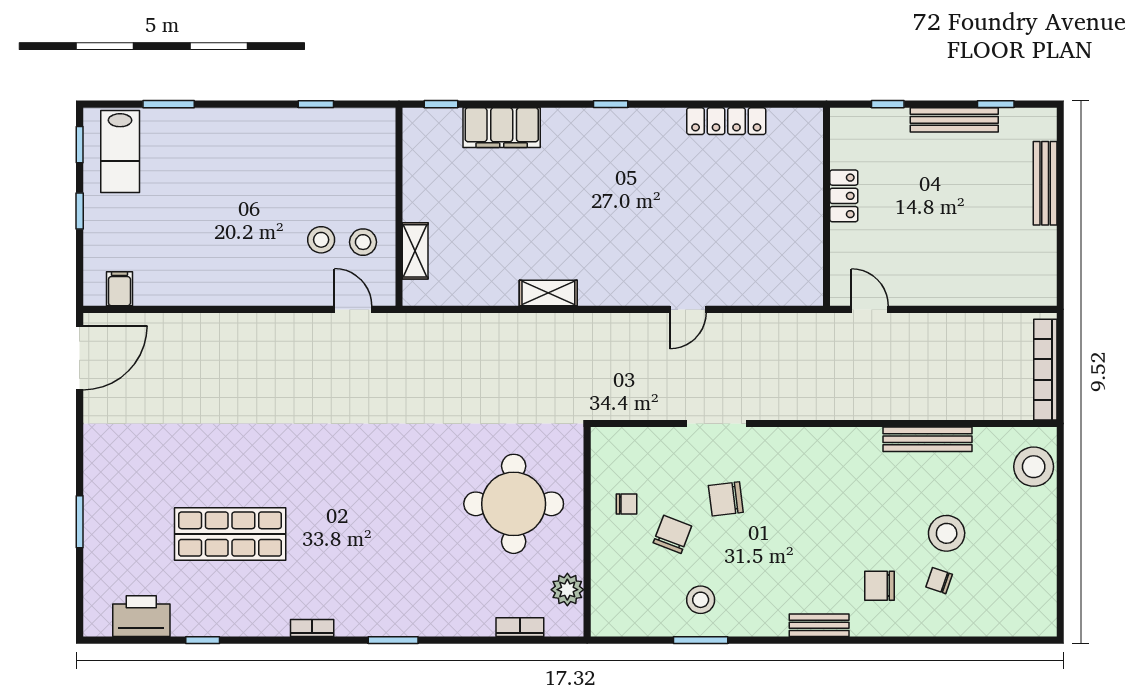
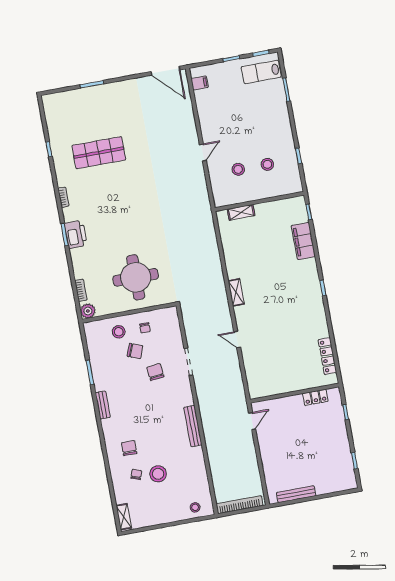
bench: (954, 120) -> (344, 443), removed
locker: (726, 121) -> (327, 356), moved
bench: (1045, 183) -> (296, 494), moved
locker: (844, 196) -> (315, 397), moved
stool: (363, 242) -> (267, 164), moved
shelving: (548, 293) -> (236, 292), moved
door: (353, 309) -> (203, 153), moved
bench: (928, 439) -> (193, 426), moved
stool: (1034, 467) -> (195, 507), width x0.53, depth x0.53
shop shelf: (230, 534) -> (99, 153), turned 90
plant: (567, 590) -> (88, 311), moved
stool: (701, 600) -> (119, 332), moved
printer: (141, 616) -> (76, 234), moved
shelving: (1026, 624) -> (124, 517), added
bench: (819, 625) -> (103, 405), moved

